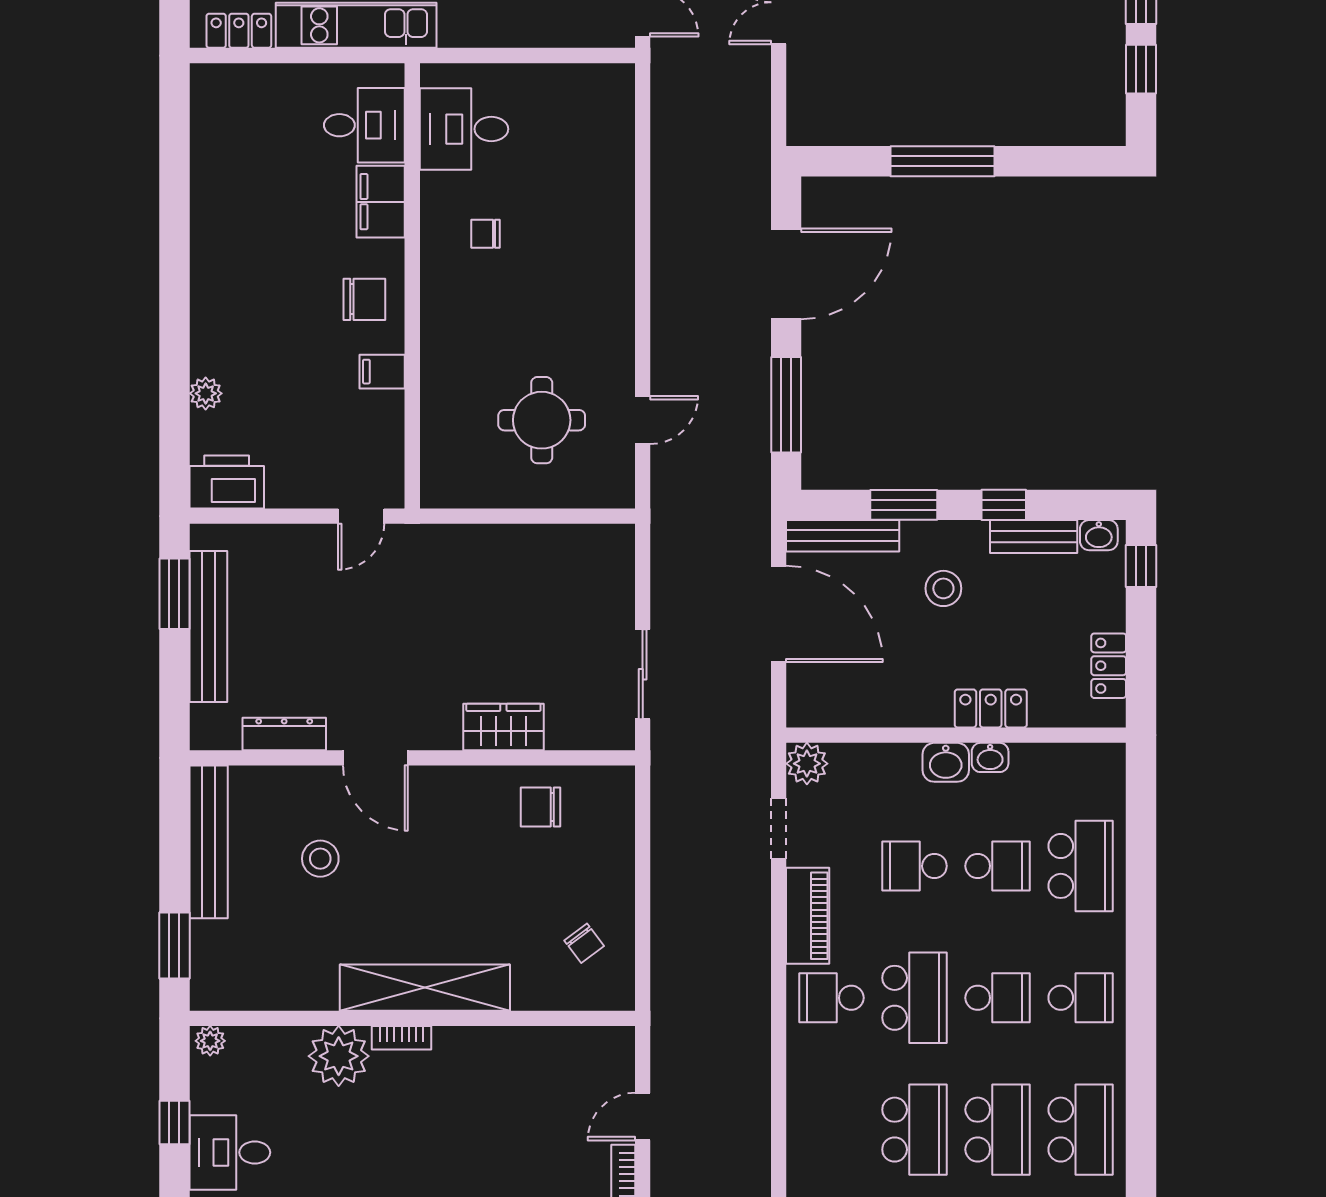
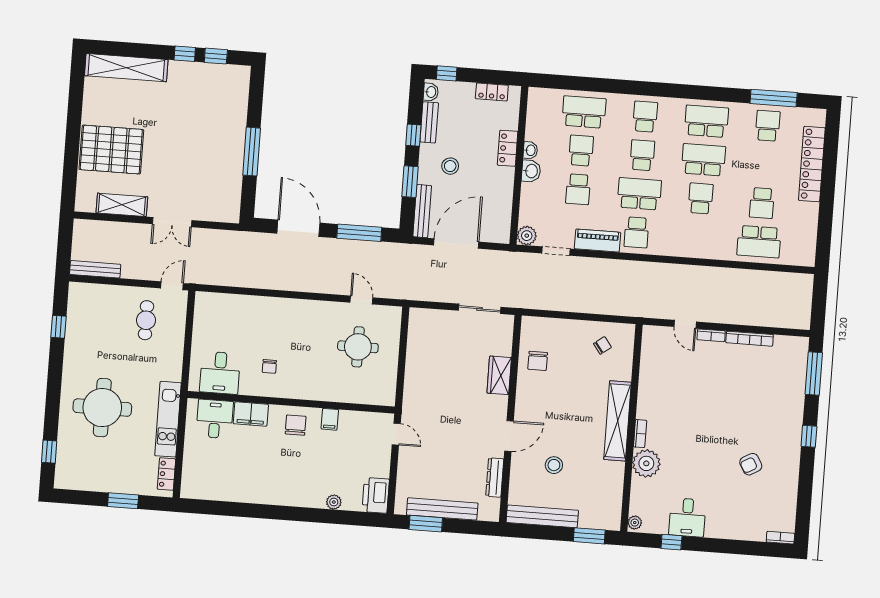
school desk: (914, 1130) -> (701, 198), width x0.54

